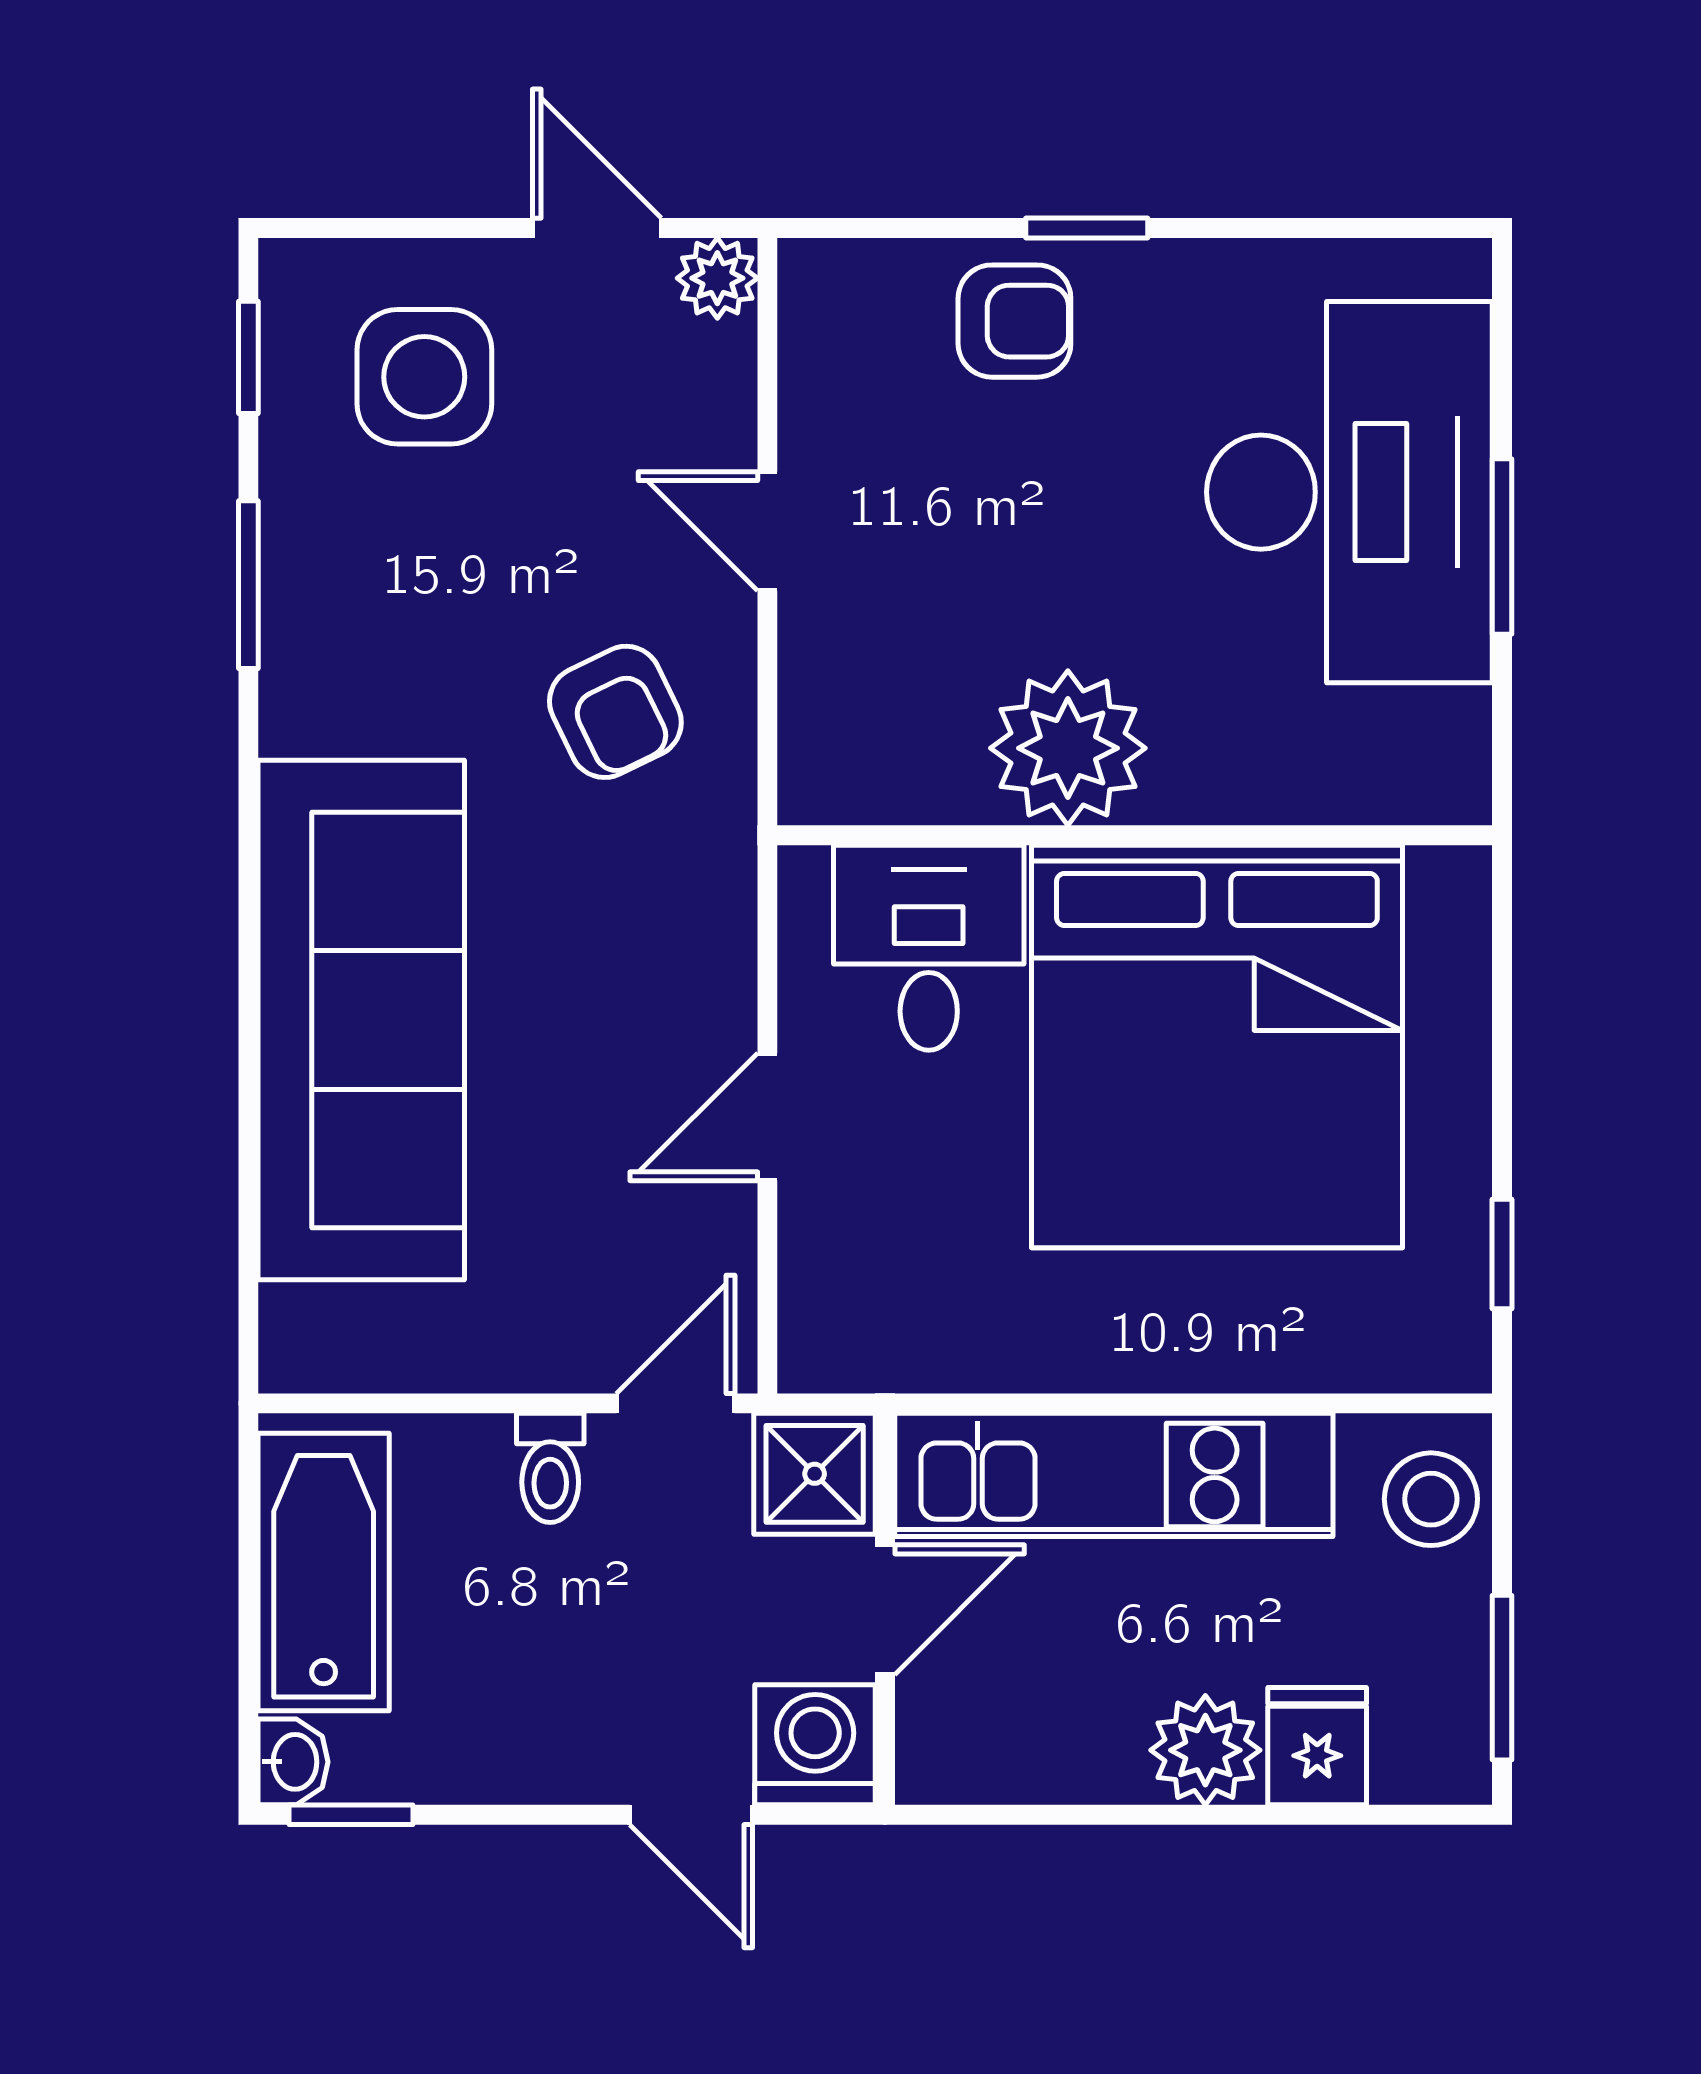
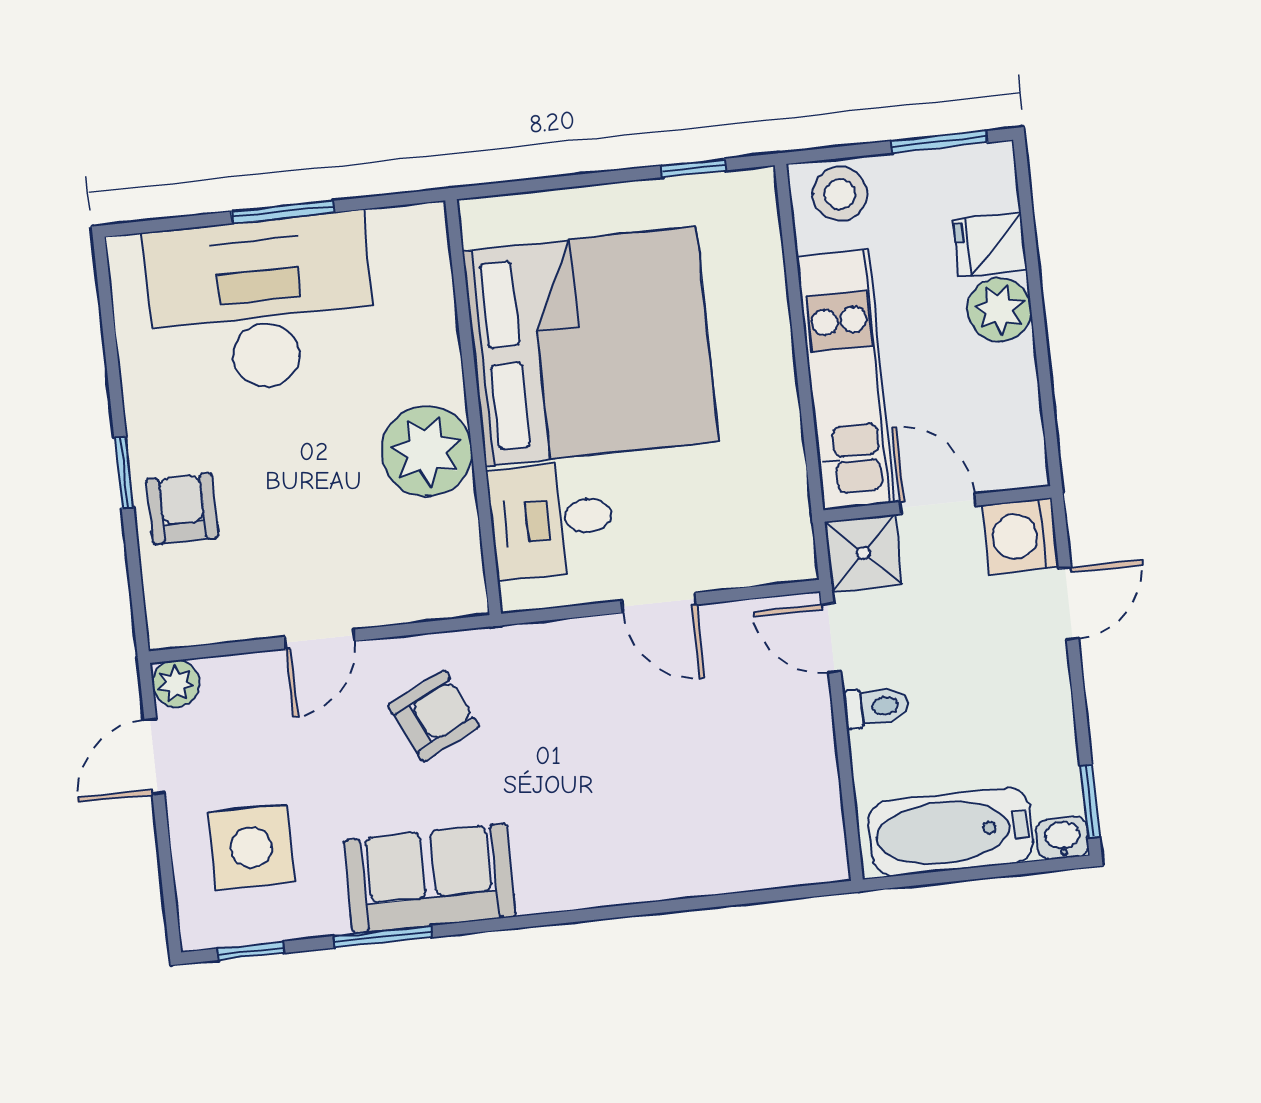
sofa: (361, 1020) -> (430, 878), moved, width x0.54, depth x0.79

